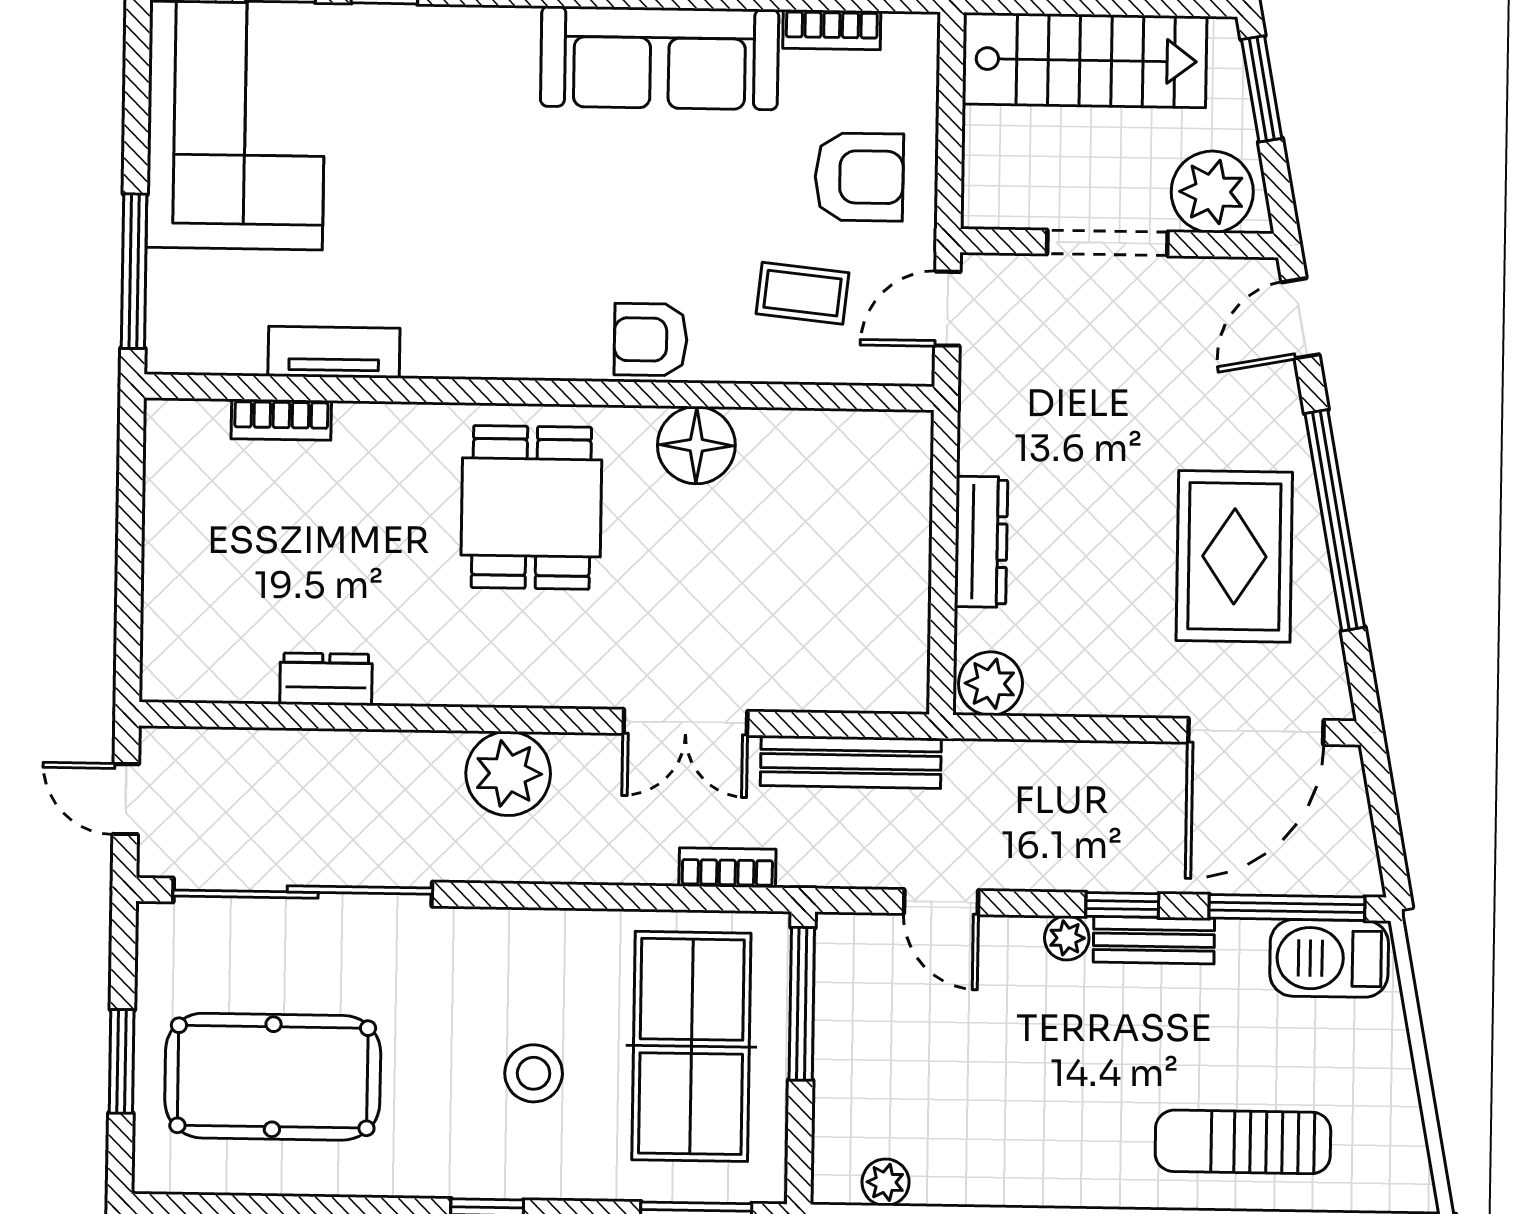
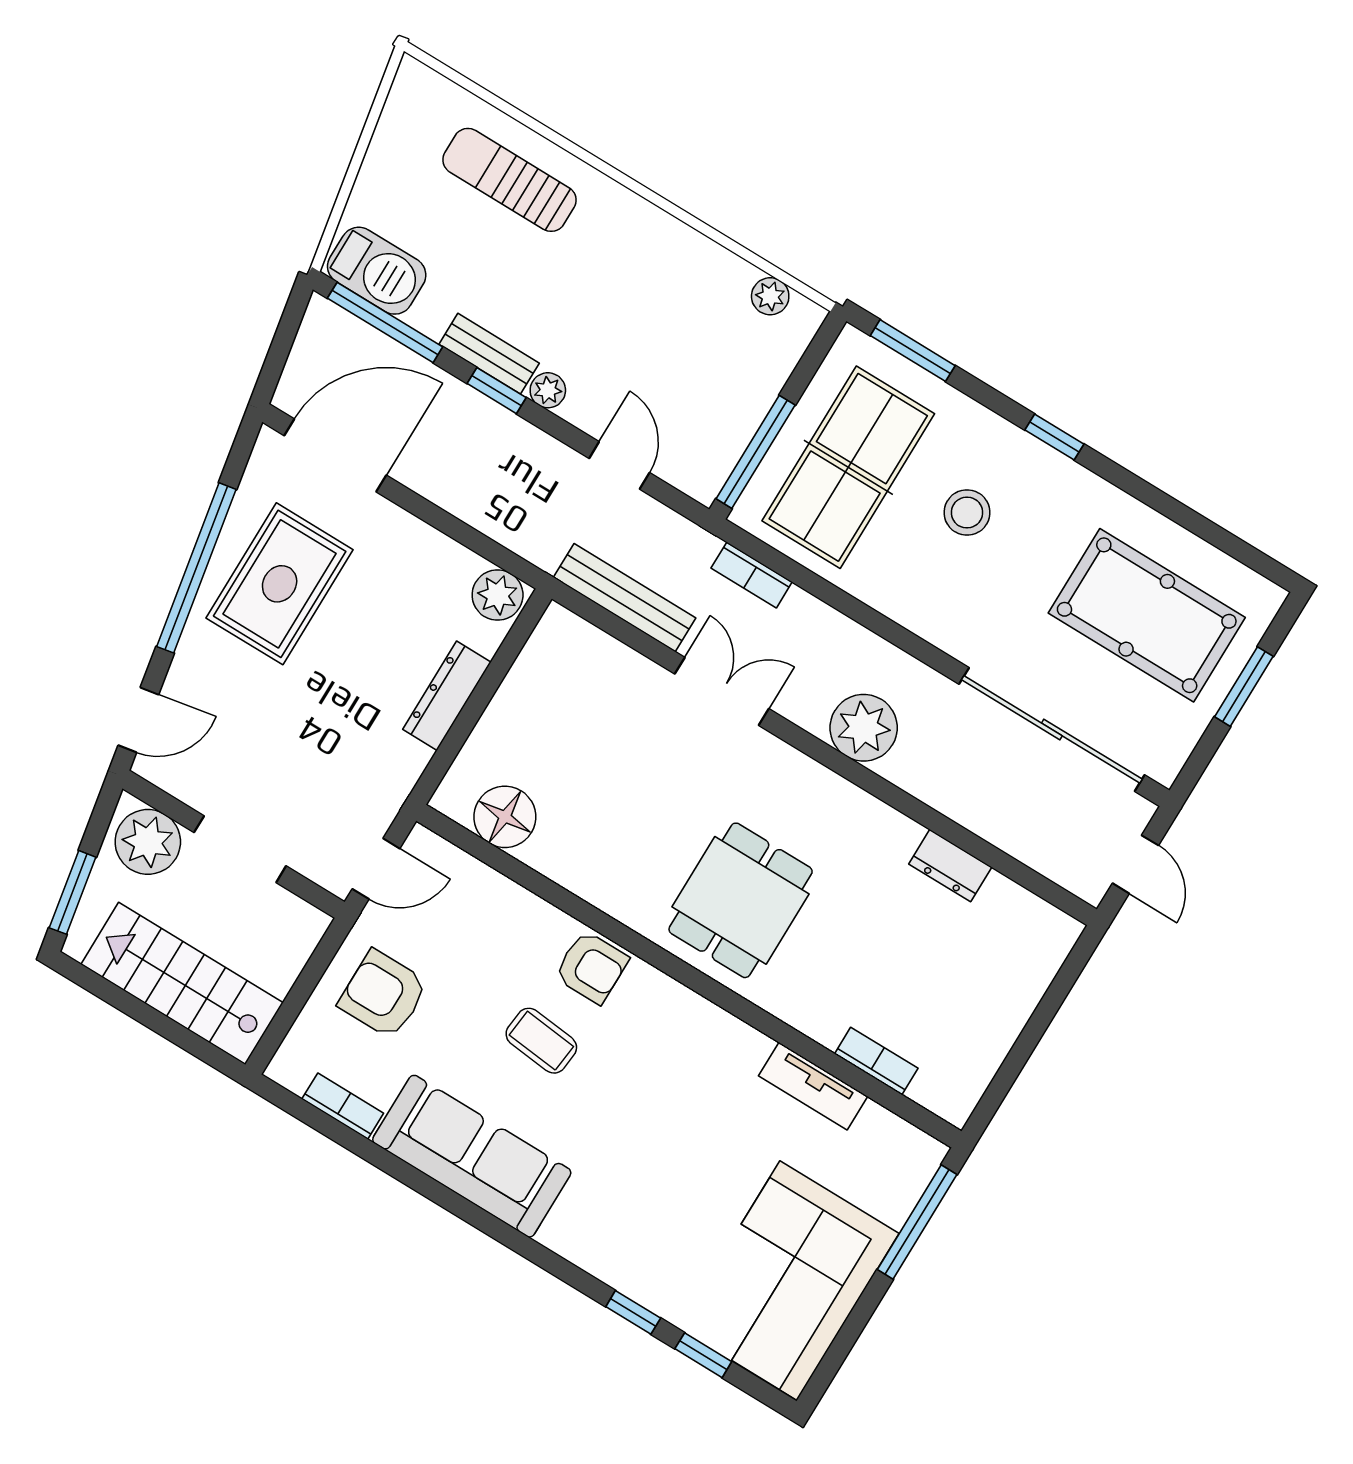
coffee table: (802, 293) -> (541, 1041), moved
floor lamp: (696, 445) -> (505, 817), moved
sun lounger: (1243, 1142) -> (510, 180), turned 180

